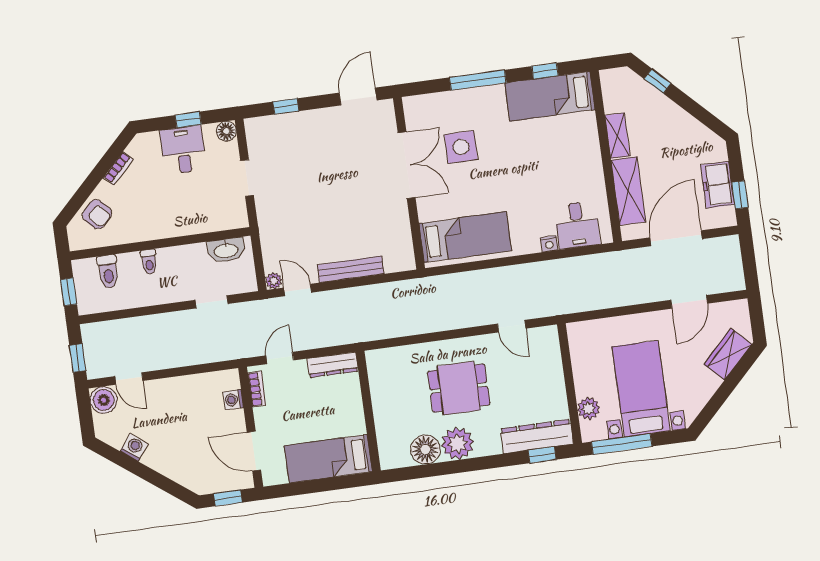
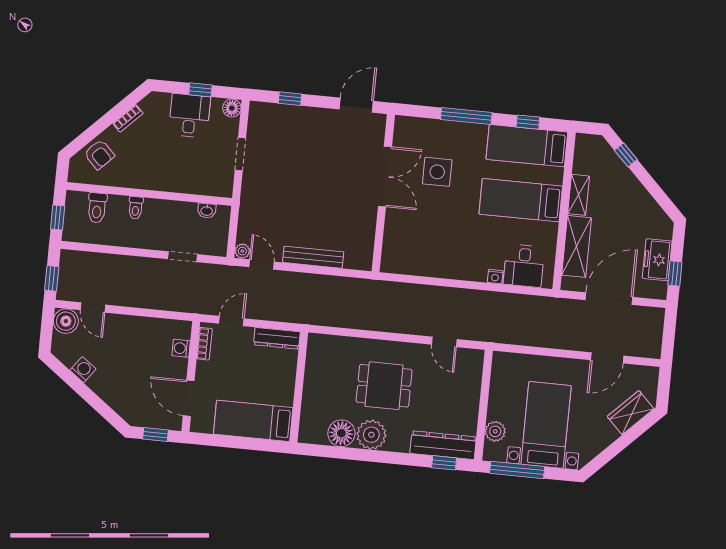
bed: (465, 237) -> (521, 200), moved, turned 180
washbasin: (226, 250) -> (207, 211), width x0.52, depth x0.69

